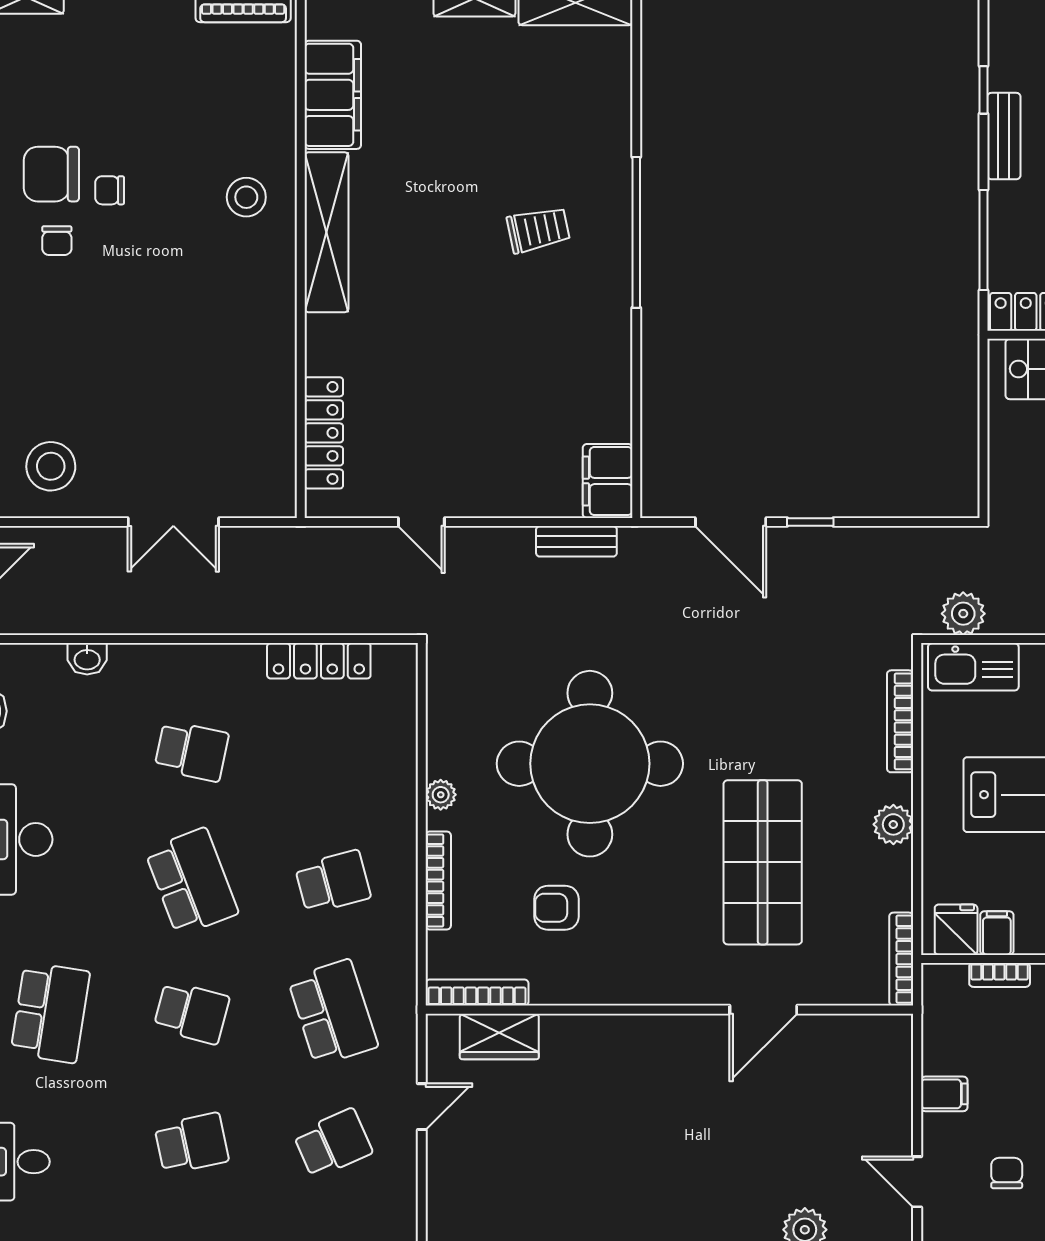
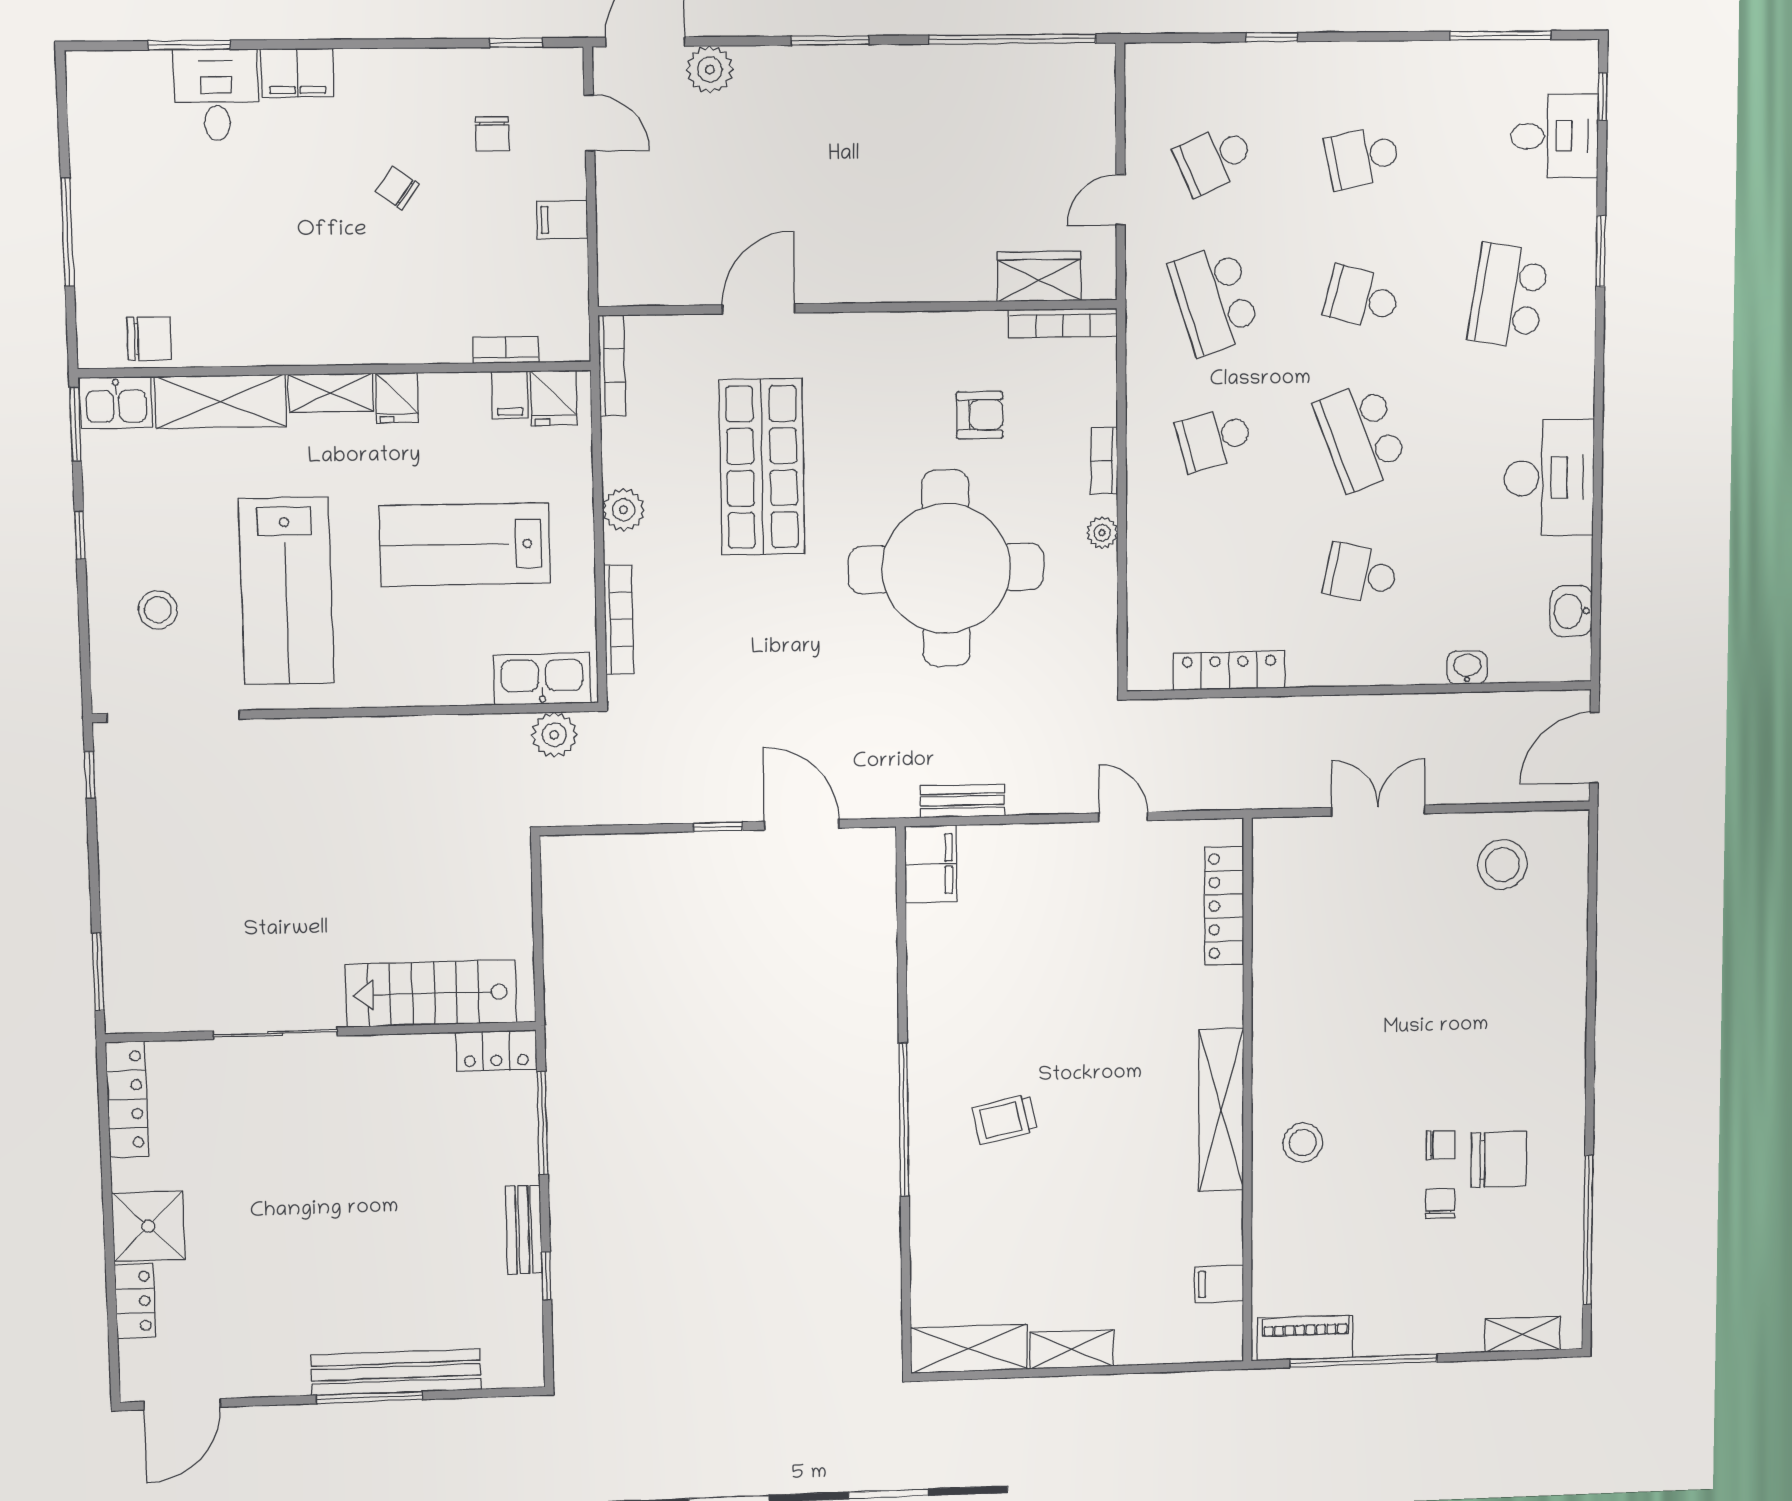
filing cabinet: (333, 95) -> (1219, 1284), width x0.33, depth x0.86
chair: (57, 241) -> (1440, 1203), moved
bookcase: (438, 880) -> (1104, 461), width x0.64

